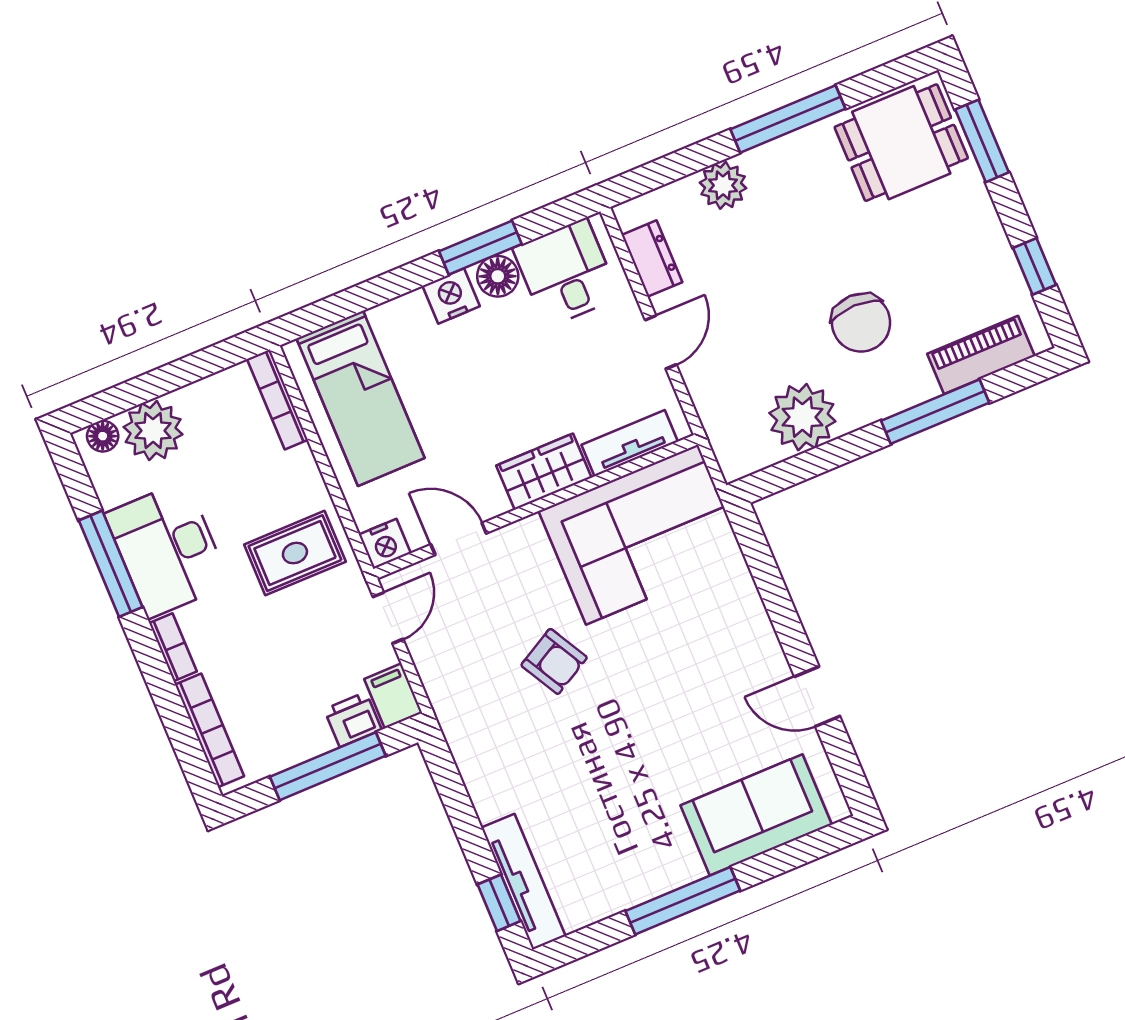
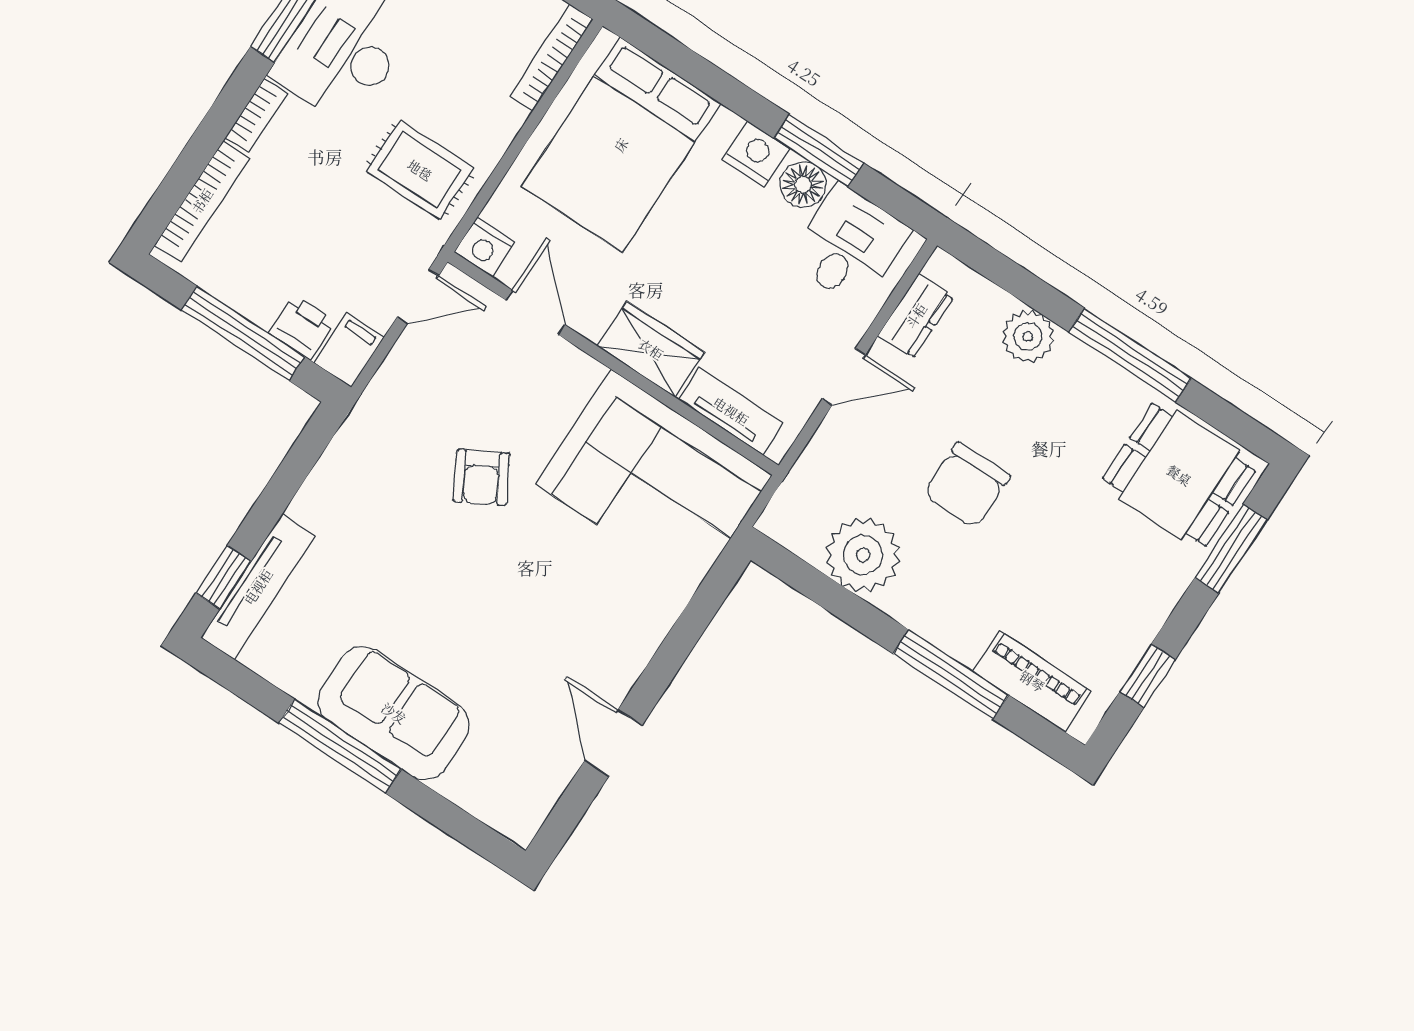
chair: (861, 323) -> (967, 485), moved
bed: (360, 398) -> (621, 145), width x1.50
sofa: (756, 815) -> (394, 713), moved

